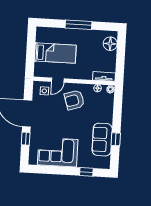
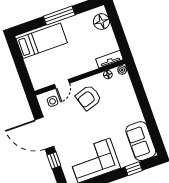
bed: (55, 53) -> (42, 41), moved
window: (116, 139) -> (150, 121), removed
sofa: (102, 140) -> (141, 141), moved

